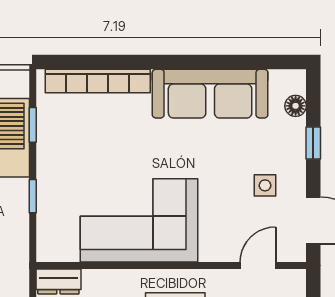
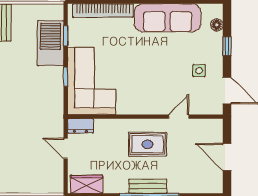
corner sofa: (139, 220) -> (92, 81), moved, turned 90
door: (258, 266) -> (179, 117), moved

